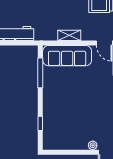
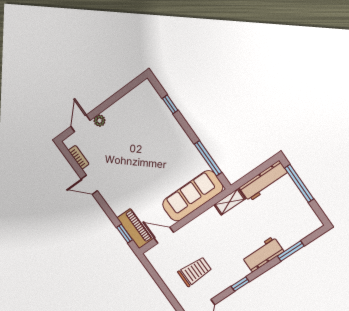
shelving: (69, 35) -> (230, 202), moved

